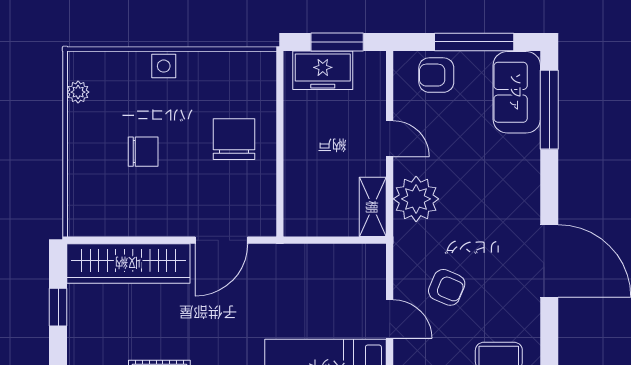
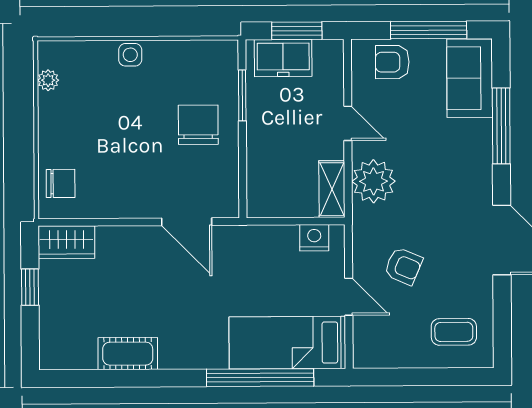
window: (280, 109) -> (242, 95), added
window: (549, 110) -> (501, 126), moved
chair: (143, 152) -> (61, 183), moved
door: (221, 240) -> (187, 222), hinge flipped
nightstand: (354, 257) -> (314, 238), added
wardrobe: (128, 264) -> (66, 242), width x0.48, depth x0.85

